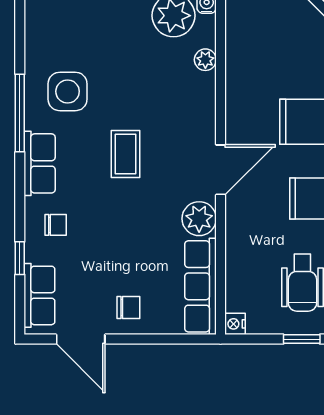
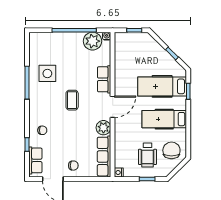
plant: (205, 60) -> (106, 60), removed
row of seats: (40, 163) -> (104, 79), moved, turned 180

